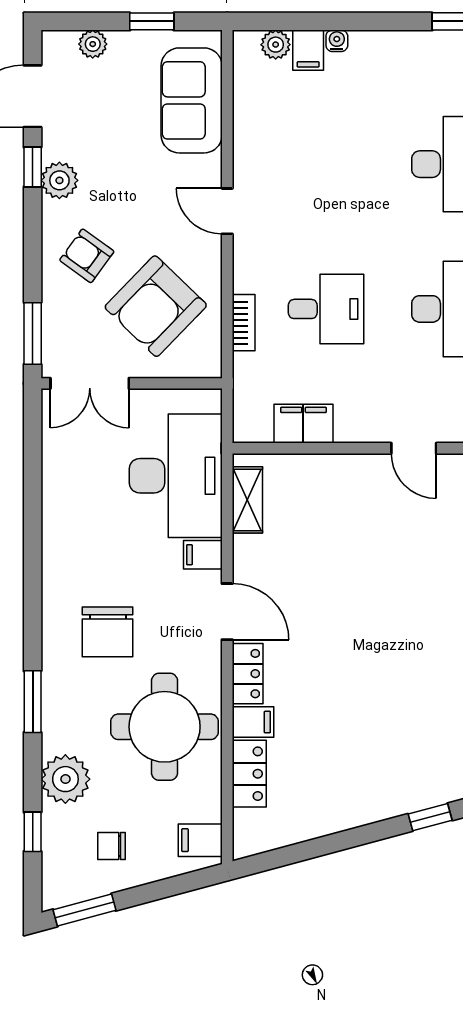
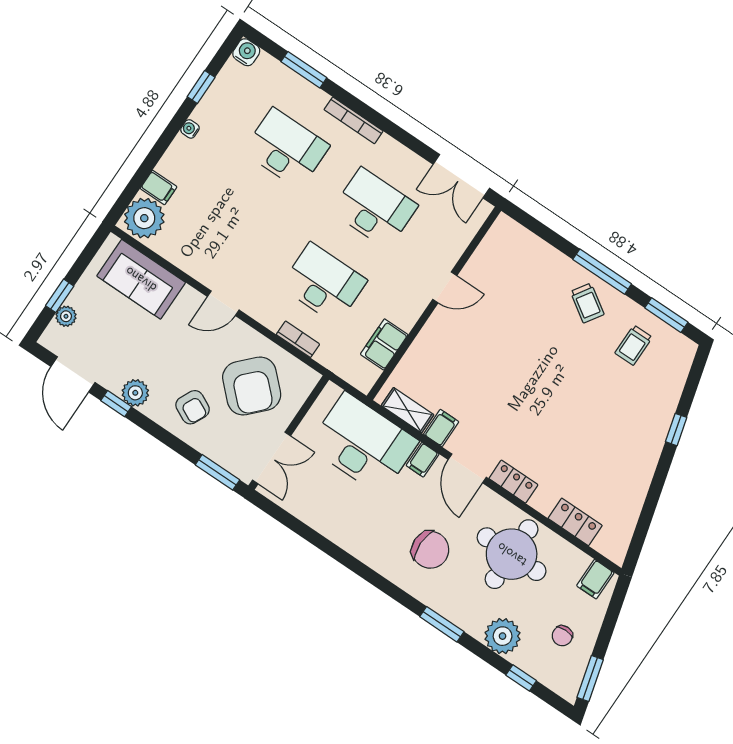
window: (152, 21) -> (60, 296), moved
water cooler: (337, 41) -> (190, 129), moved
plant: (276, 45) -> (144, 218), width x1.87, depth x1.87
armchair: (87, 256) -> (193, 407), turned -100
desk: (326, 309) -> (324, 283), width x1.37
door: (227, 612) -> (467, 468), swing flipped
filing cabinet: (253, 722) -> (441, 428), moved

